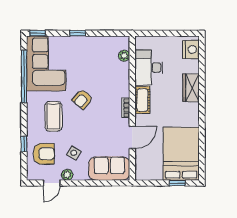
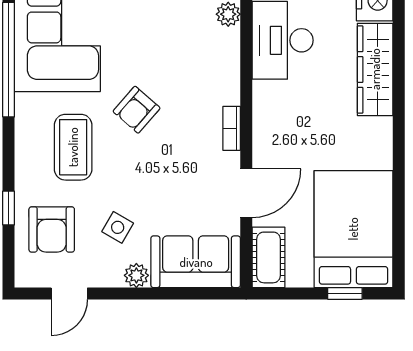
wardrobe: (191, 88) -> (375, 69), width x1.50
cot: (142, 100) -> (268, 257), moved
armchair: (44, 154) -> (52, 229), turned 90
plant: (67, 175) -> (136, 275), moved

